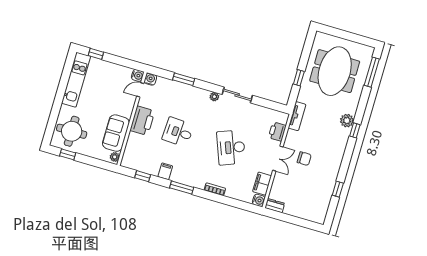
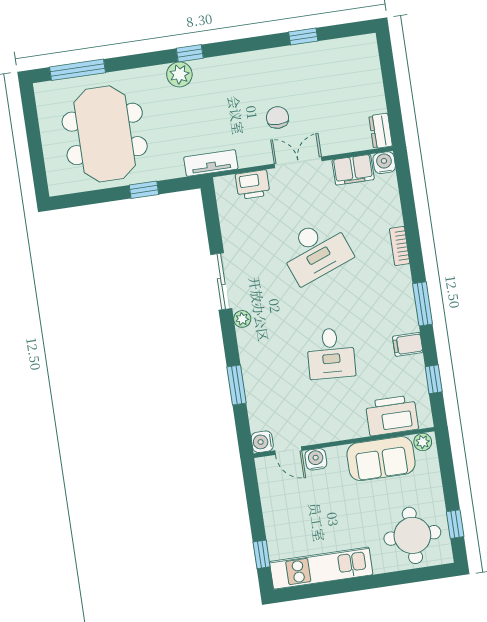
meeting table: (335, 71) -> (105, 134), turned 90
water cooler: (137, 75) -> (316, 459), moved
printer: (142, 121) -> (392, 415), moved

